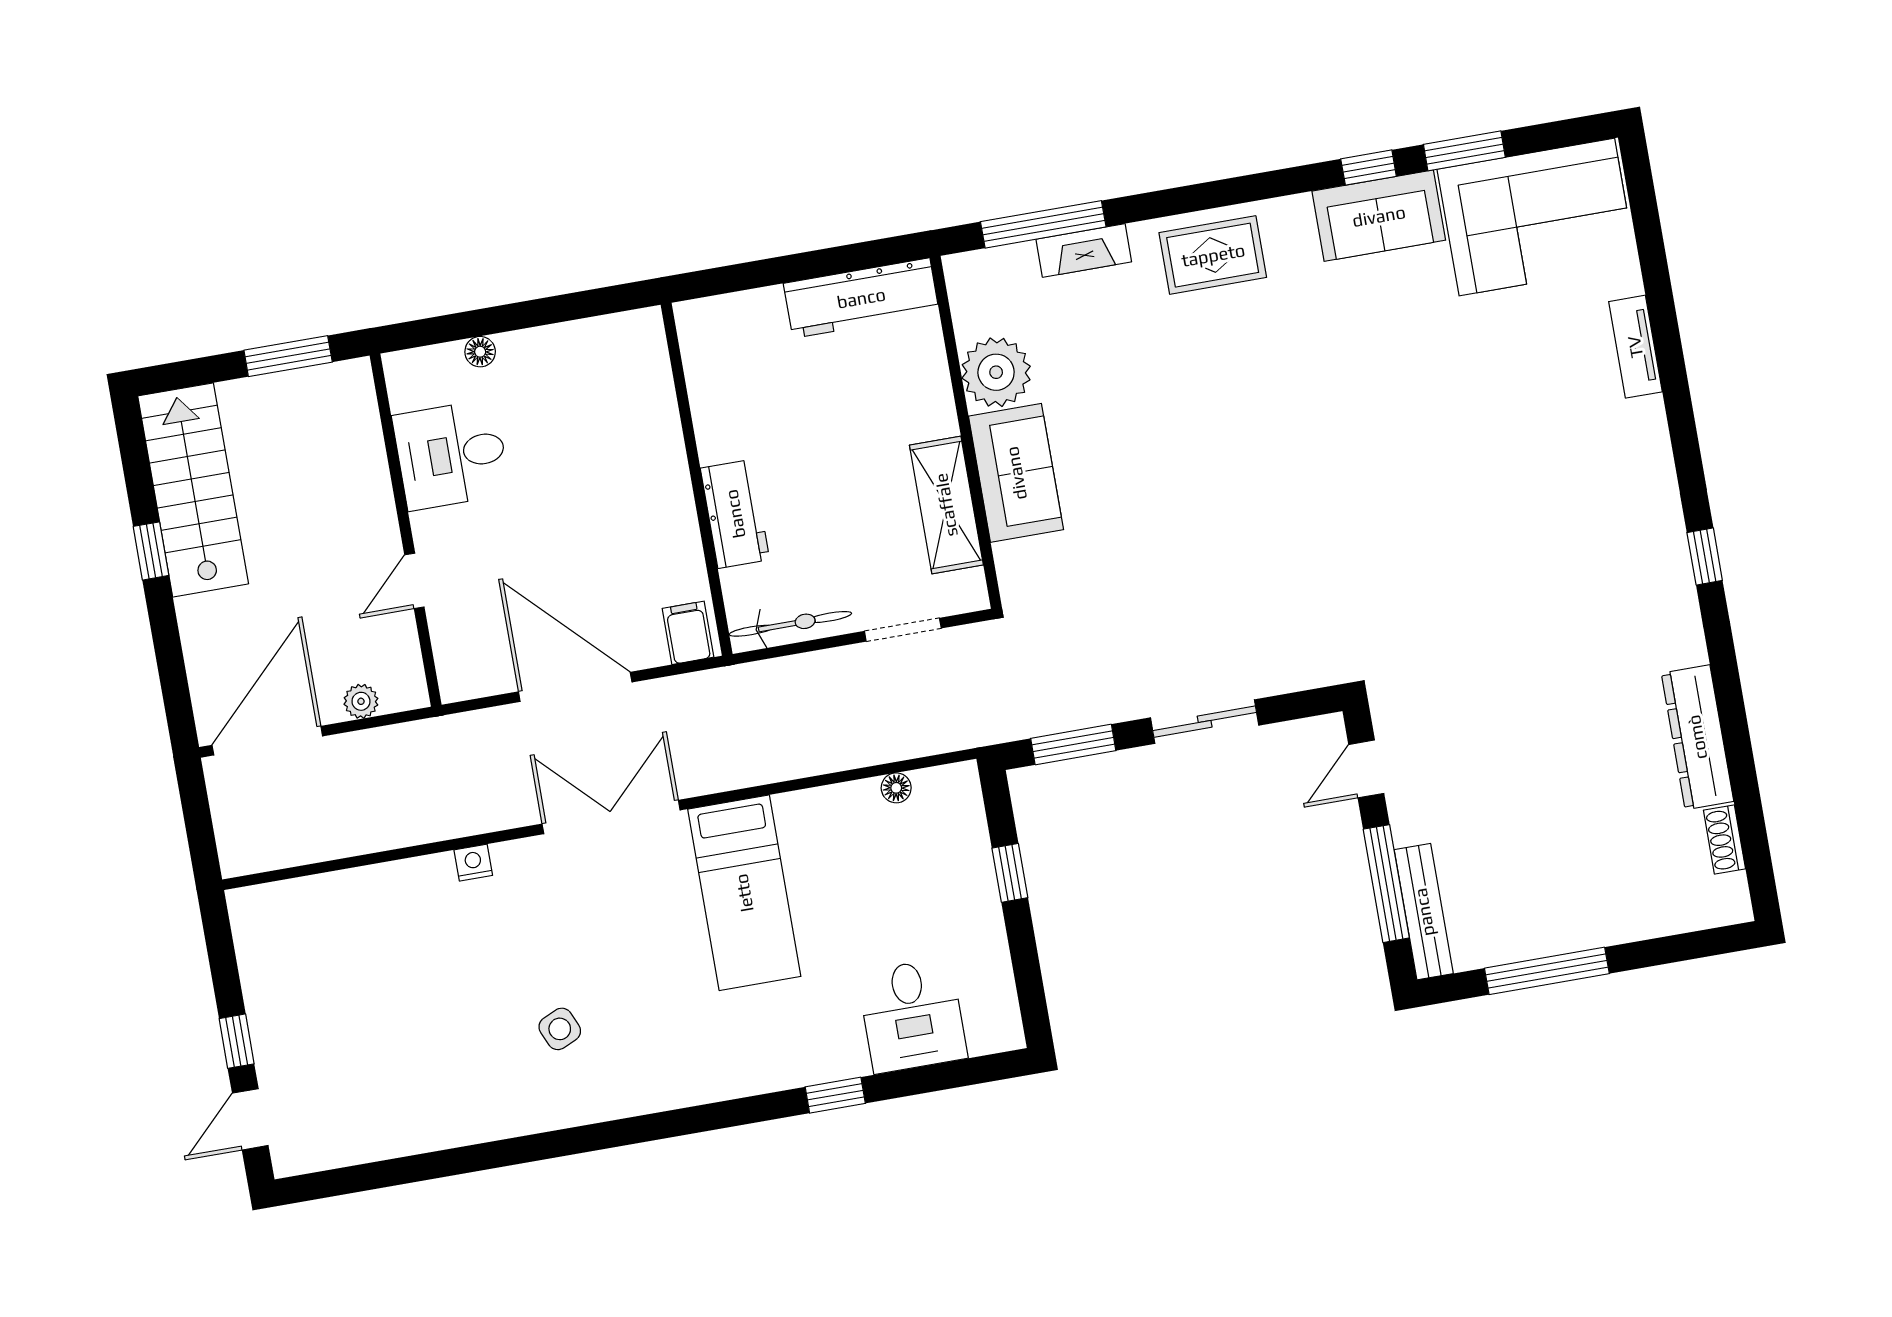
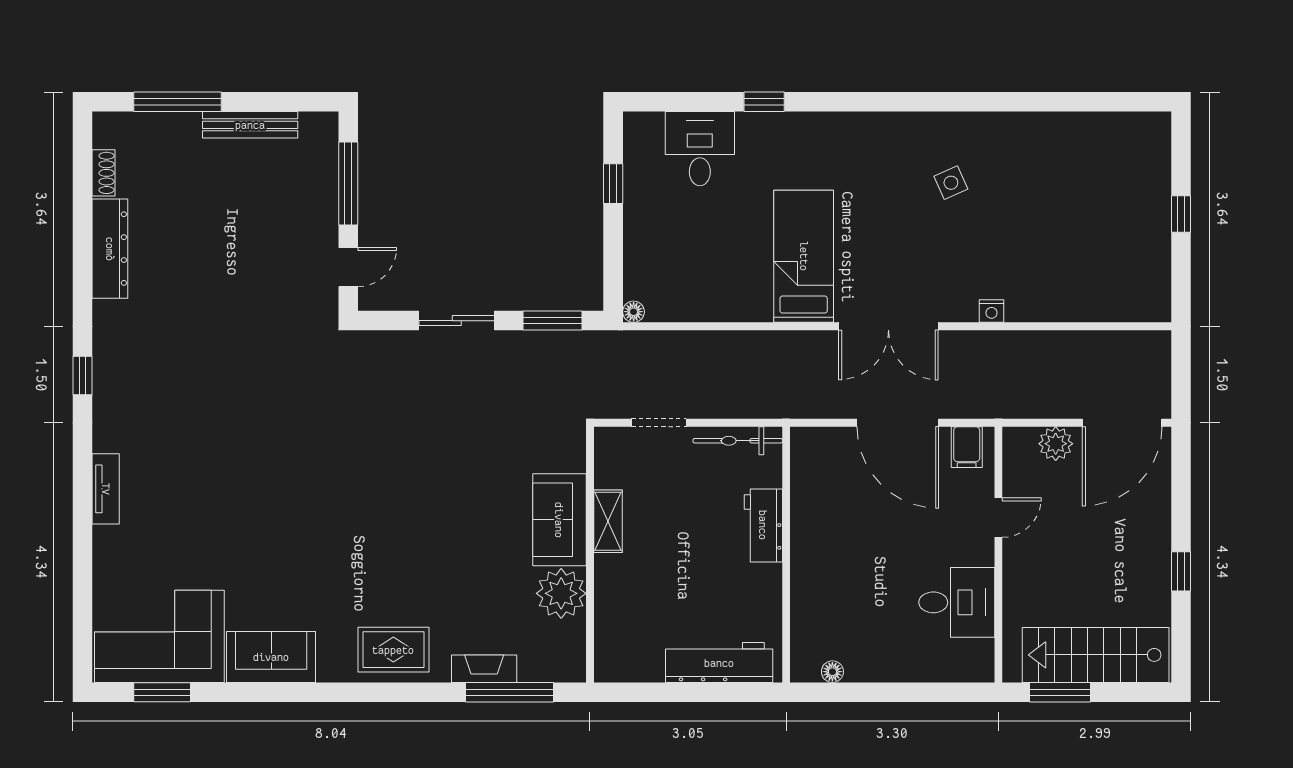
window: (1464, 151) -> (162, 692), moved
window: (1369, 168) -> (272, 692), removed
workbench: (861, 298) -> (719, 663), moved
tv unit: (1635, 347) -> (106, 489), moved
floor lamp: (480, 352) -> (832, 672), moved
stairs: (193, 490) -> (1096, 655), moved, turned 90
shelving: (946, 505) -> (608, 521), width x0.67, depth x0.75
filing cabinet: (688, 633) -> (967, 447), moved
plant: (361, 701) -> (1056, 444), width x1.38, depth x1.38
floor lamp: (896, 788) -> (634, 312), moved
window: (1010, 873) -> (613, 184), moved
bench: (1424, 912) -> (250, 125), moved, turned 90
window: (1547, 971) -> (177, 102), moved
door: (250, 1119) -> (1181, 157), removed

